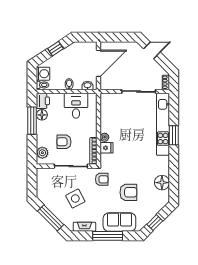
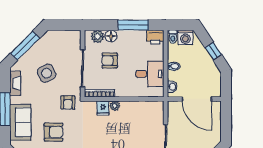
floor lamp: (42, 115) -> (111, 36), moved
armchair: (64, 142) -> (110, 61), turned -90
armchair: (128, 192) -> (54, 132), turned -90

